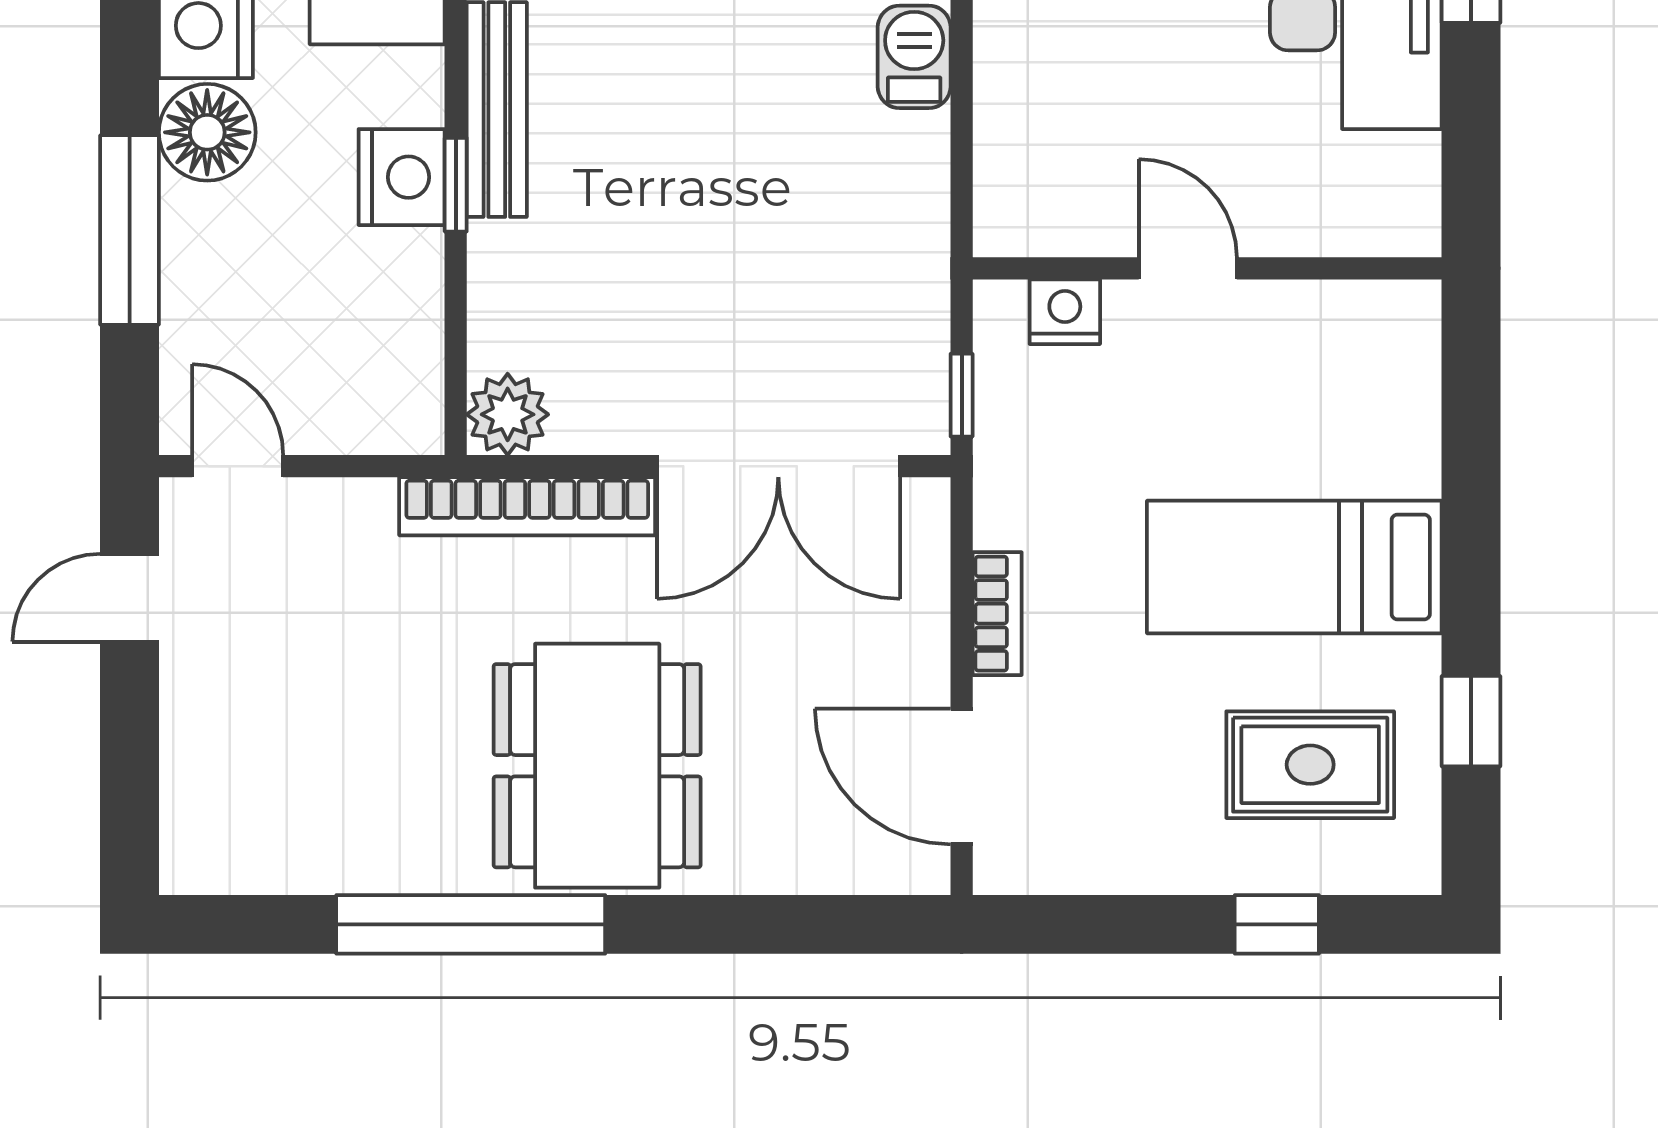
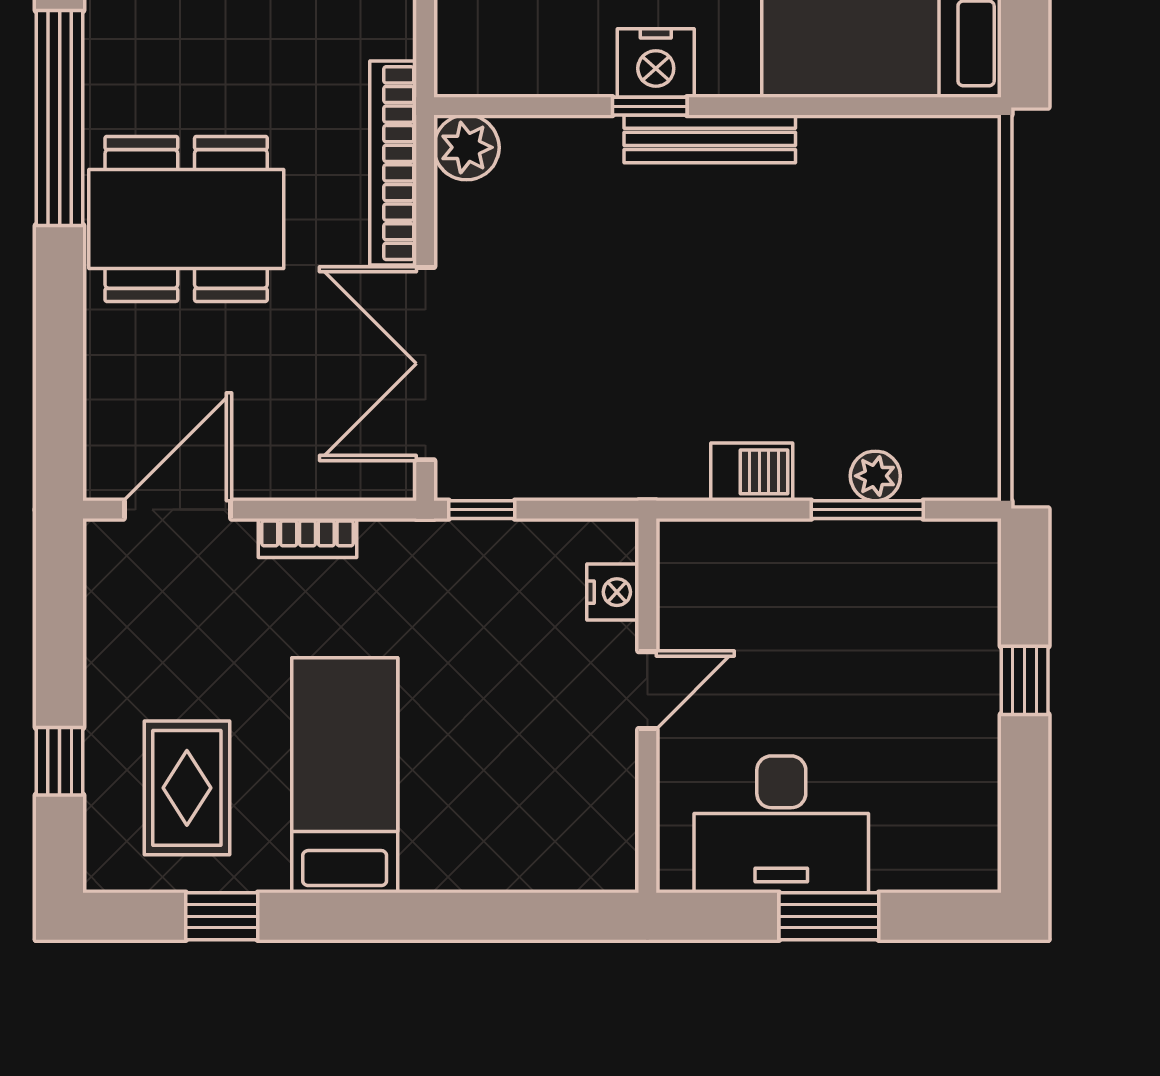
door: (1188, 268) -> (647, 690), moved
wall: (1207, 268) -> (647, 706), moved
nightstand: (1065, 312) -> (613, 592), moved

